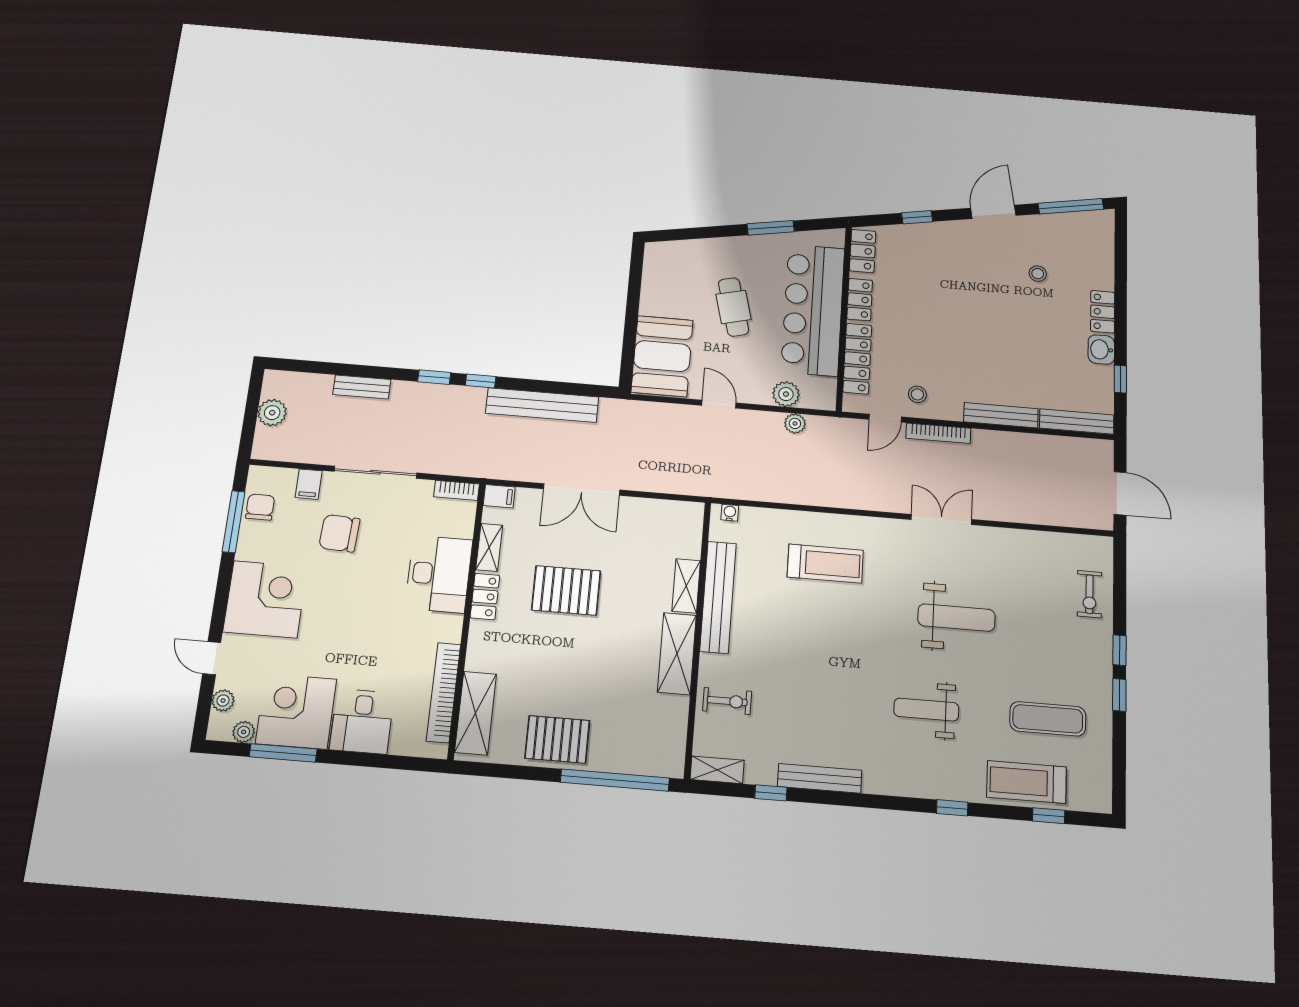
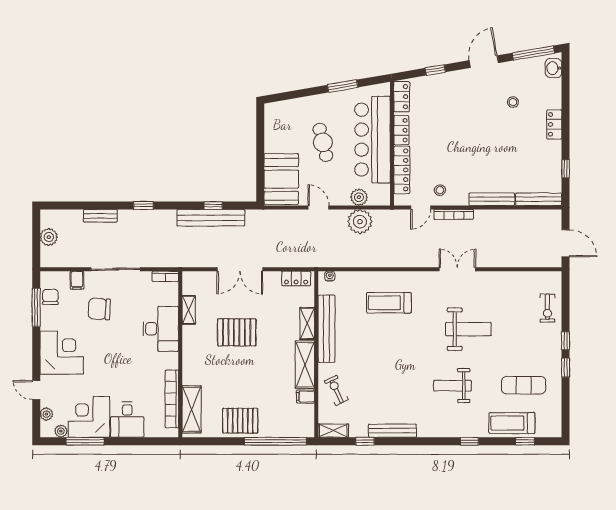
washbasin: (1101, 350) -> (554, 68), moved
window: (481, 381) -> (213, 205), moved
plant: (795, 423) -> (360, 222), width x1.88, depth x1.88
filing cabinet: (499, 496) -> (306, 396), moved, turned 180
treadmill: (825, 564) -> (389, 303), turned 180
locker: (485, 596) -> (296, 278), moved, turned 90
exercise bike: (727, 701) -> (336, 390), turned -115

